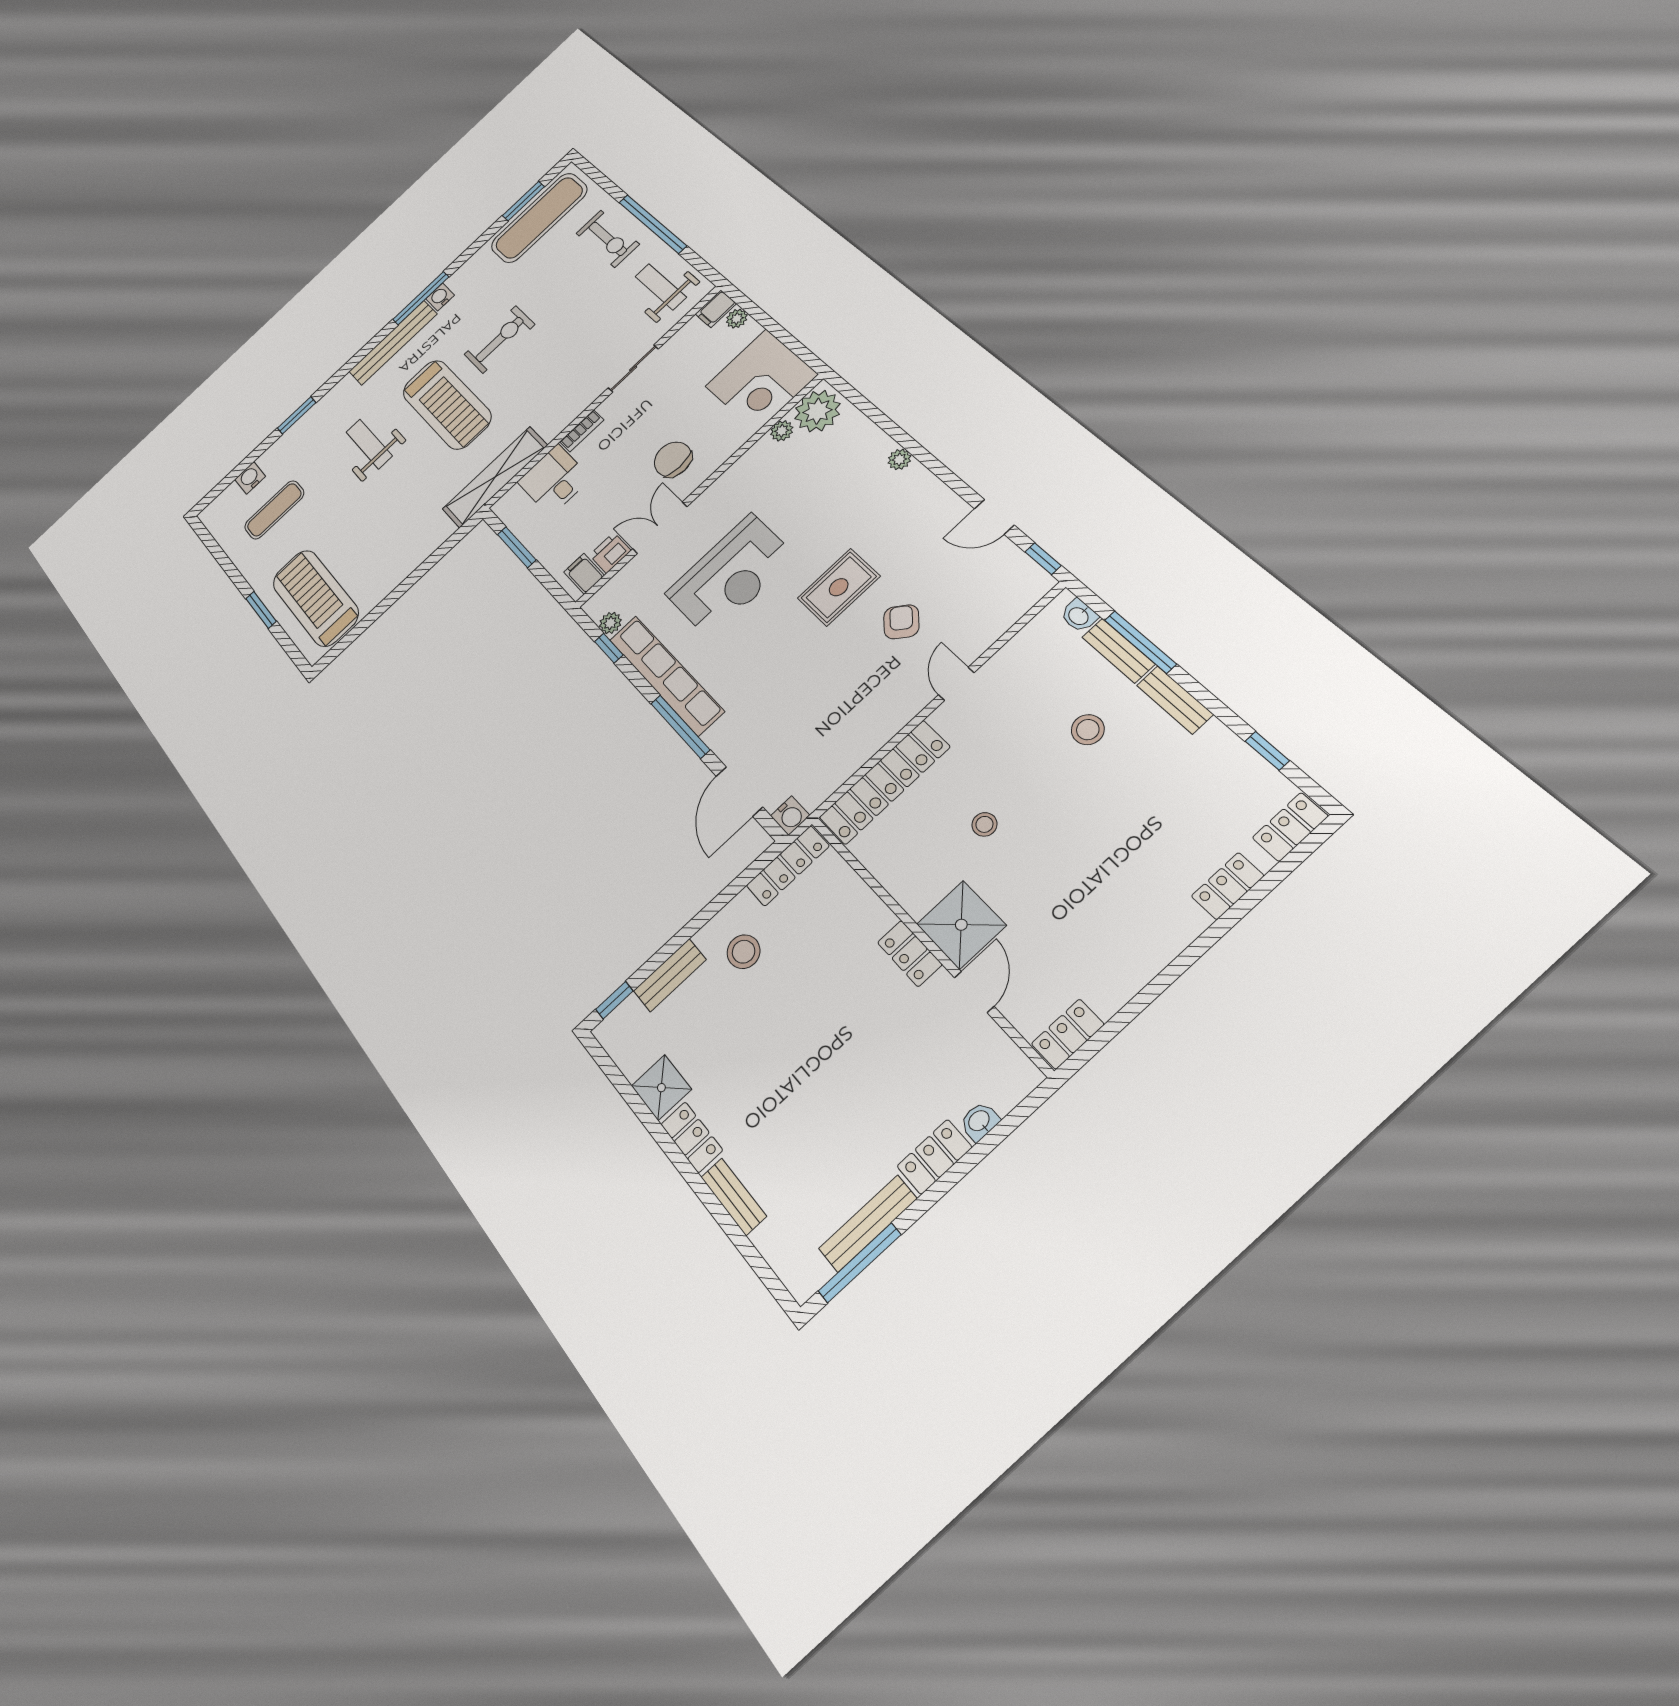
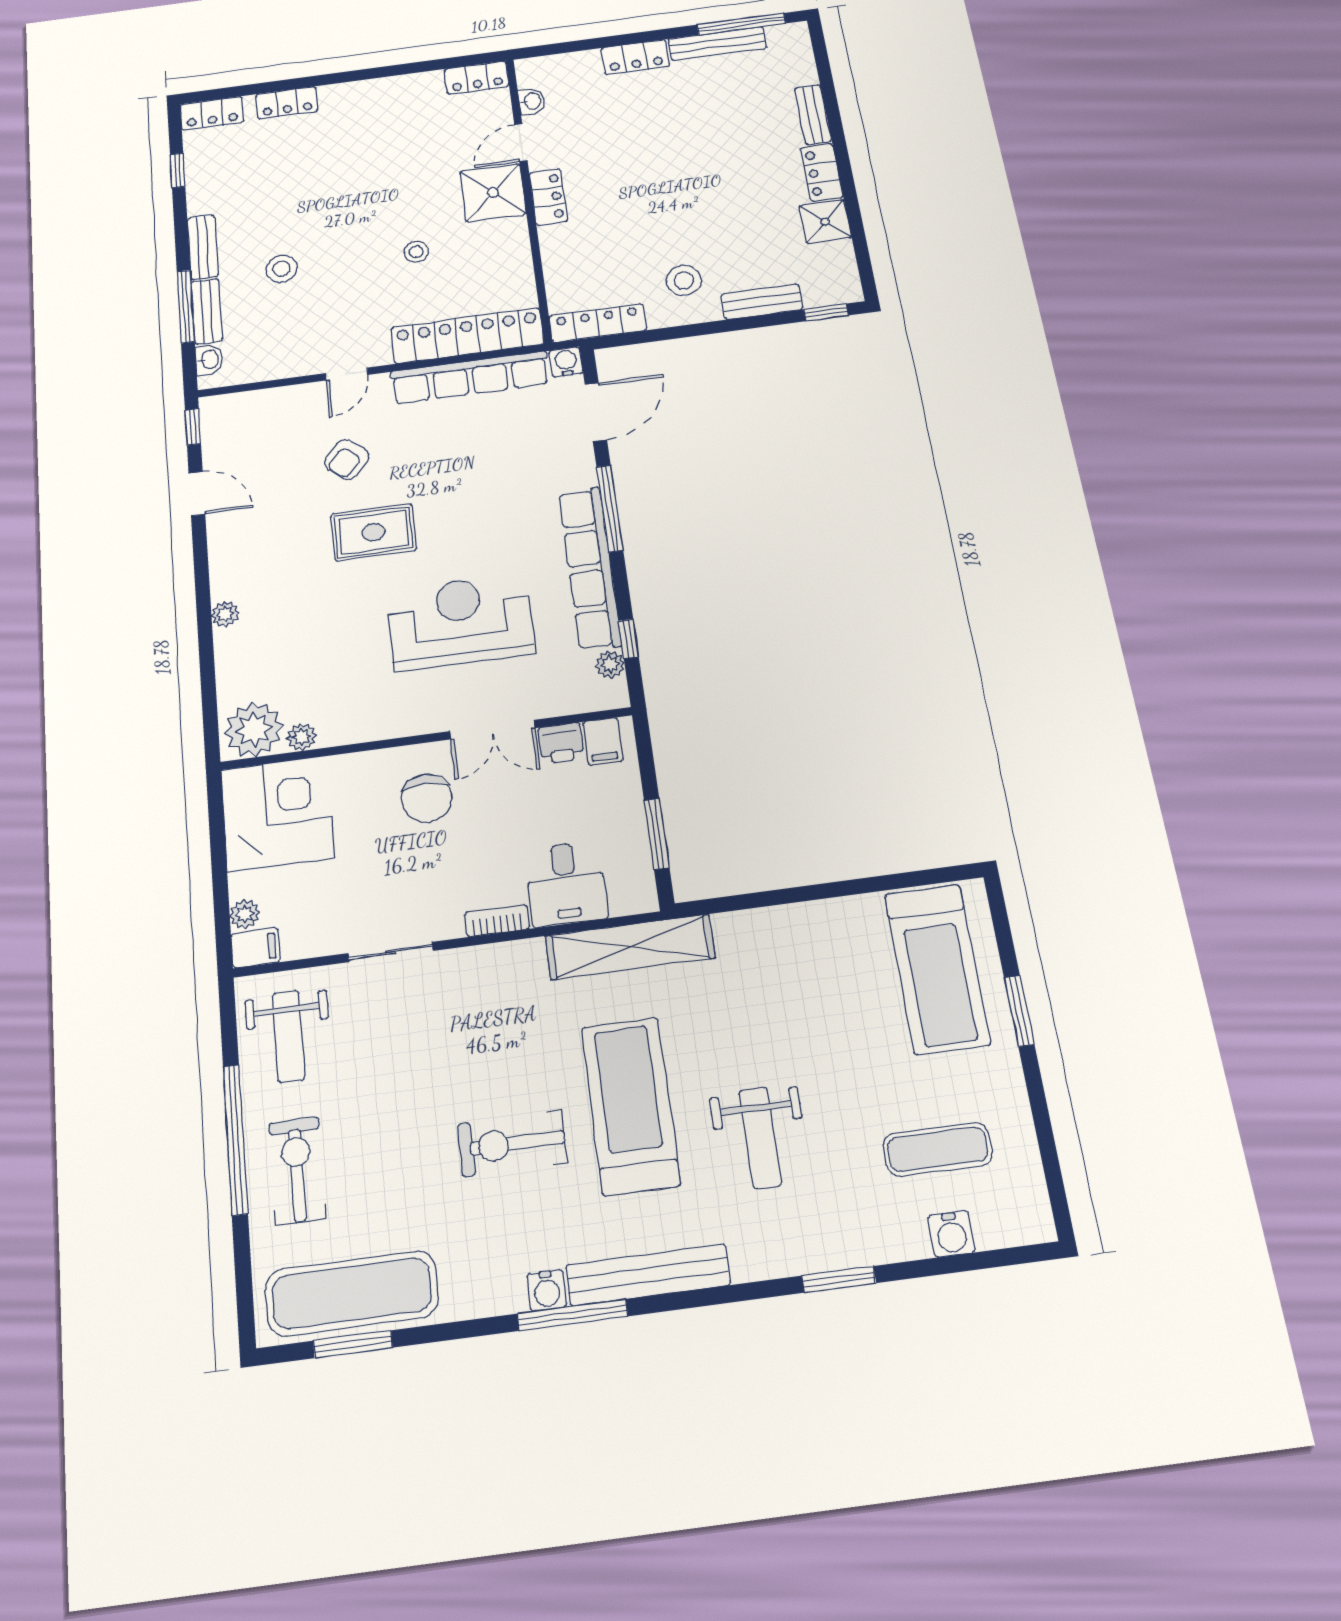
row of seats: (856, 750) -> (470, 378), added
washbasin: (979, 1121) -> (532, 101), moved, turned -90

